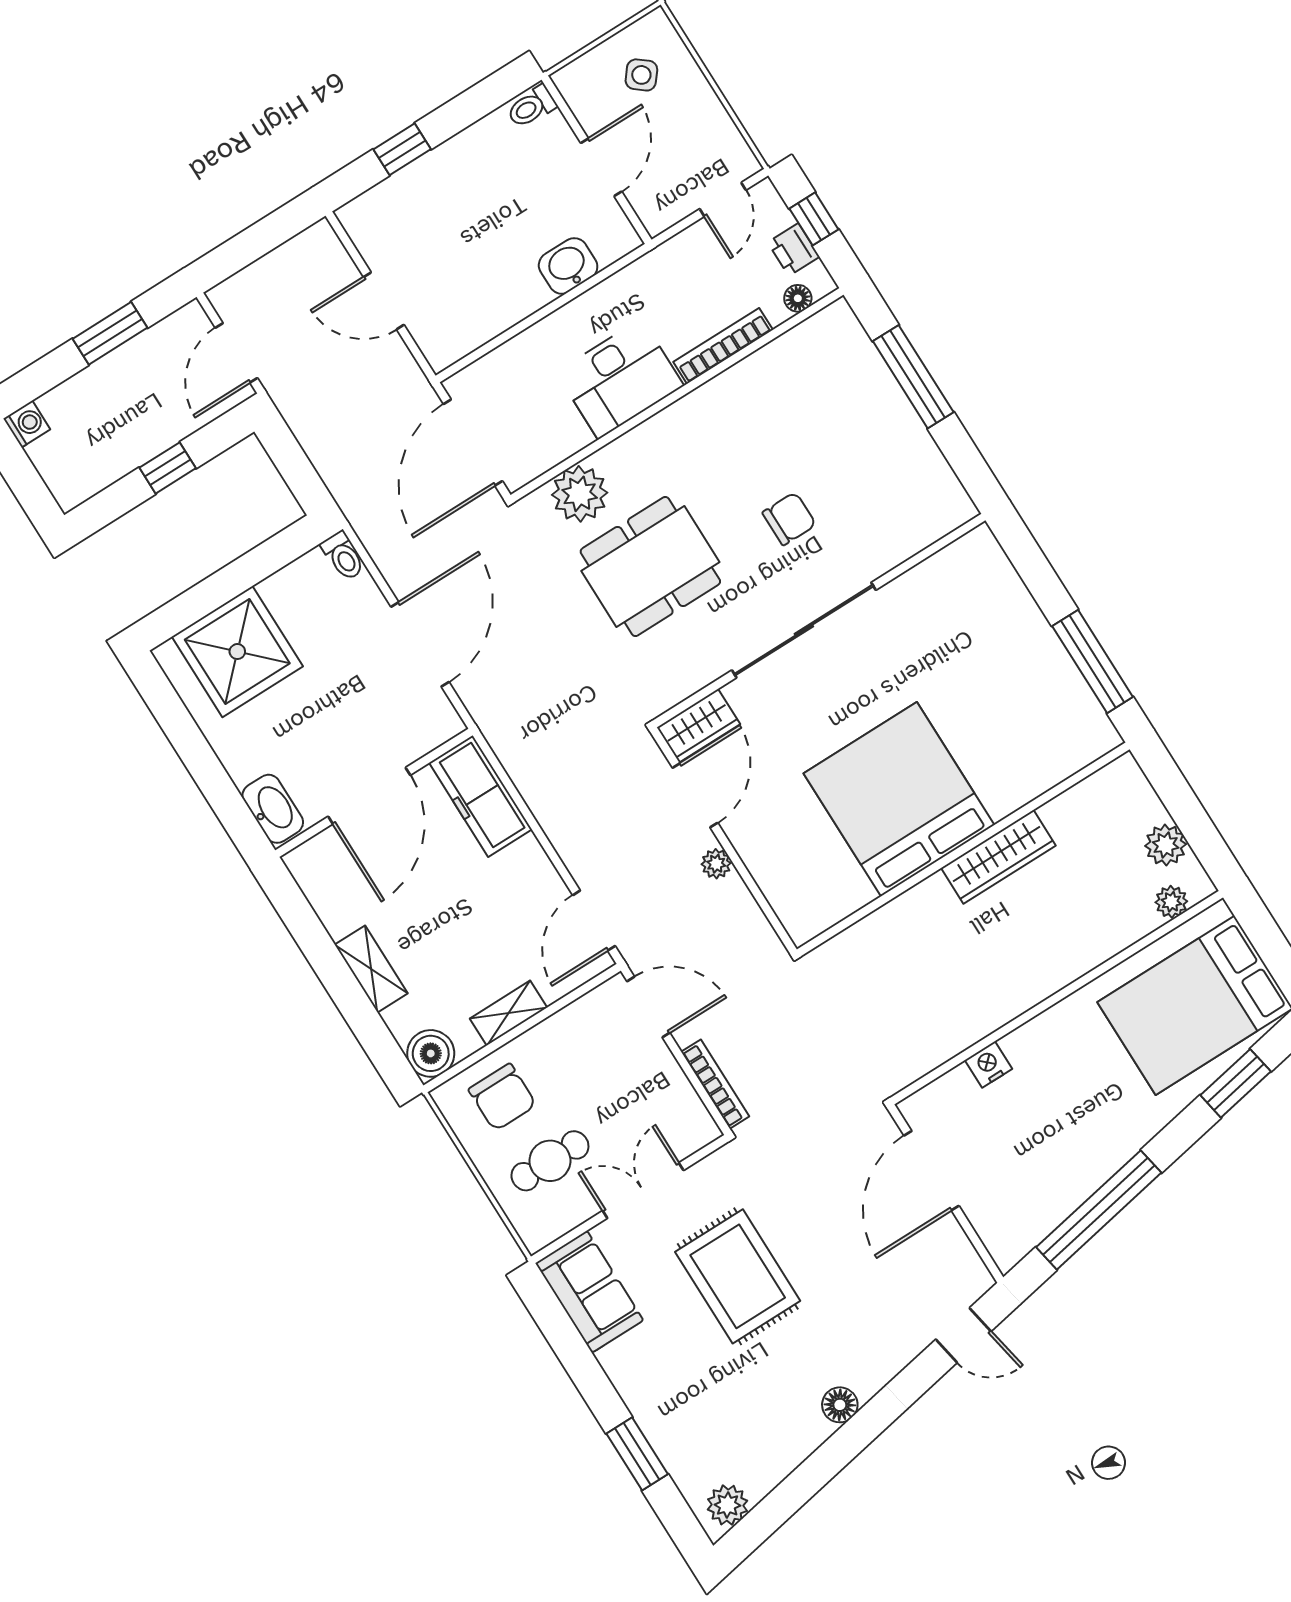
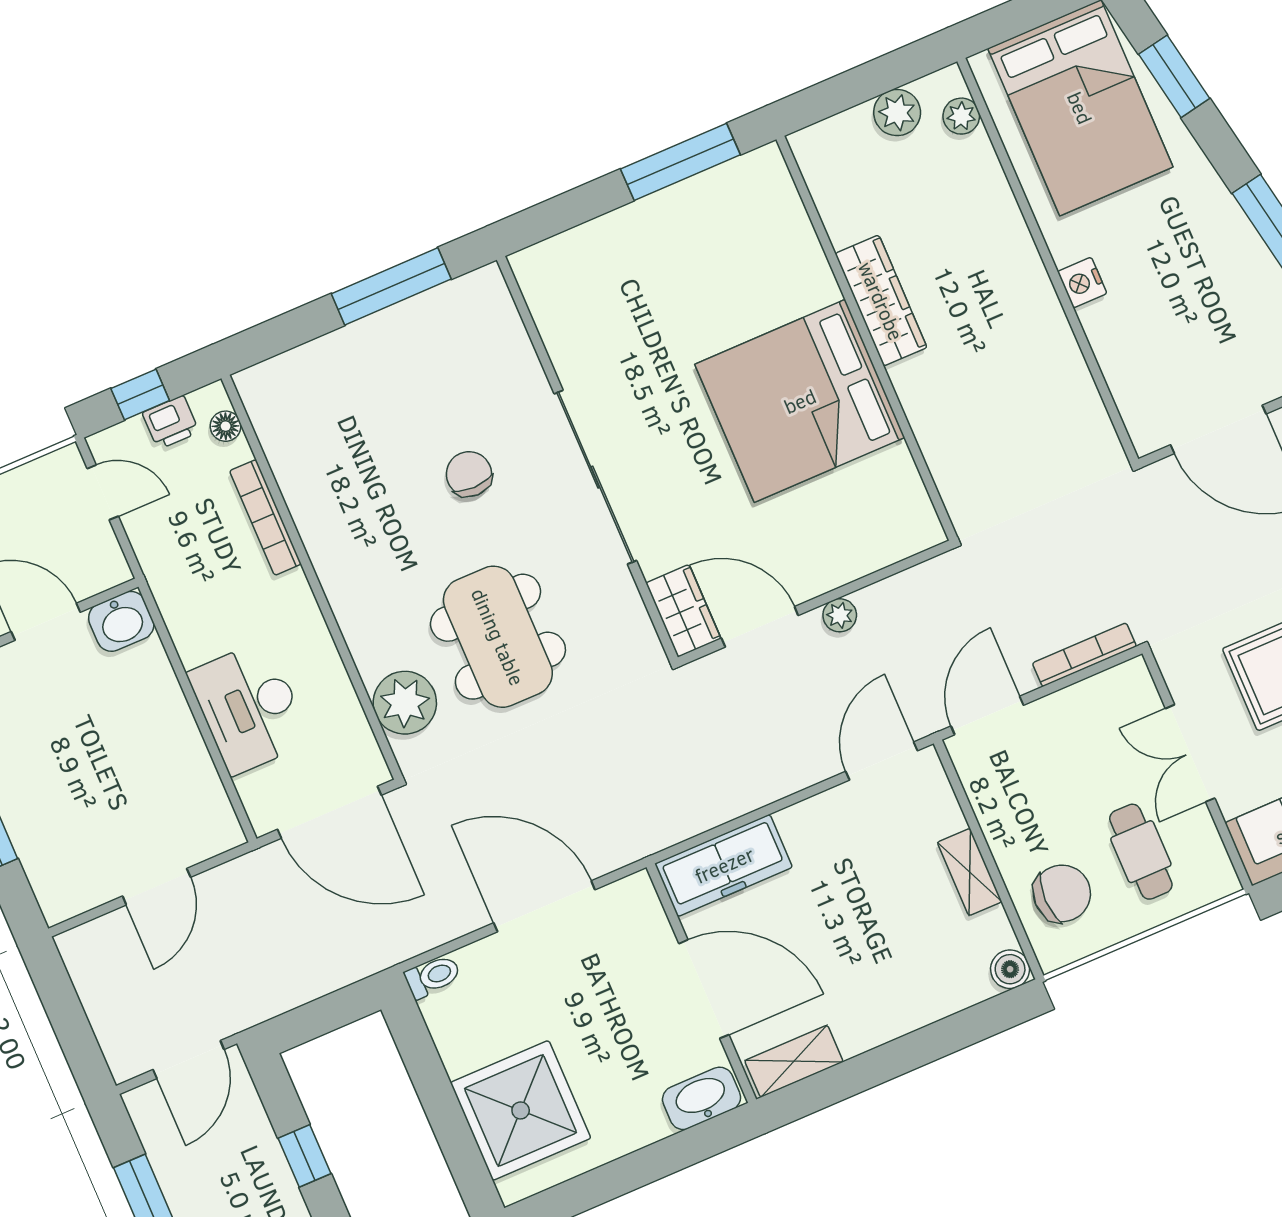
washbasin: (568, 266) -> (121, 621), moved, turned -90
door: (236, 353) -> (189, 1059), hinge flipped
window: (913, 377) -> (391, 286), moved
desk: (620, 379) -> (249, 707), moved, turned 180
door: (594, 921) -> (882, 761), swing flipped
shelving: (371, 969) -> (794, 1061), moved
boiler: (431, 1053) -> (1010, 969), width x0.73, depth x0.73
nightstand: (989, 1064) -> (1082, 283), moved

